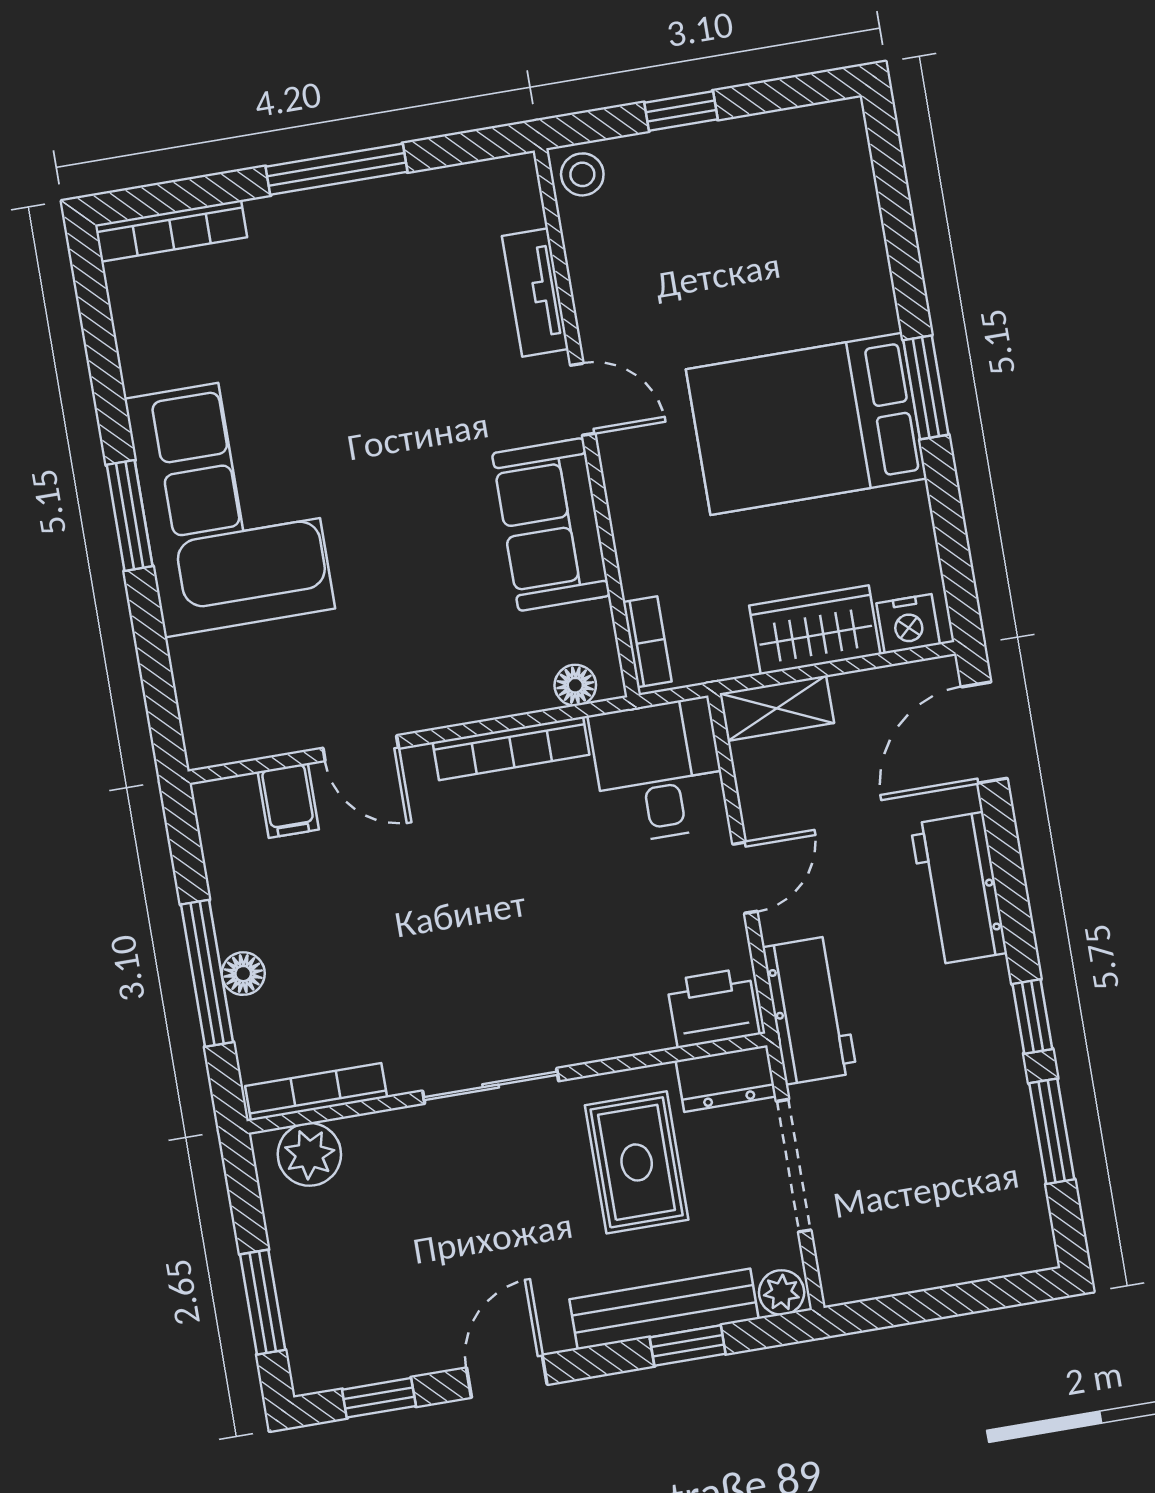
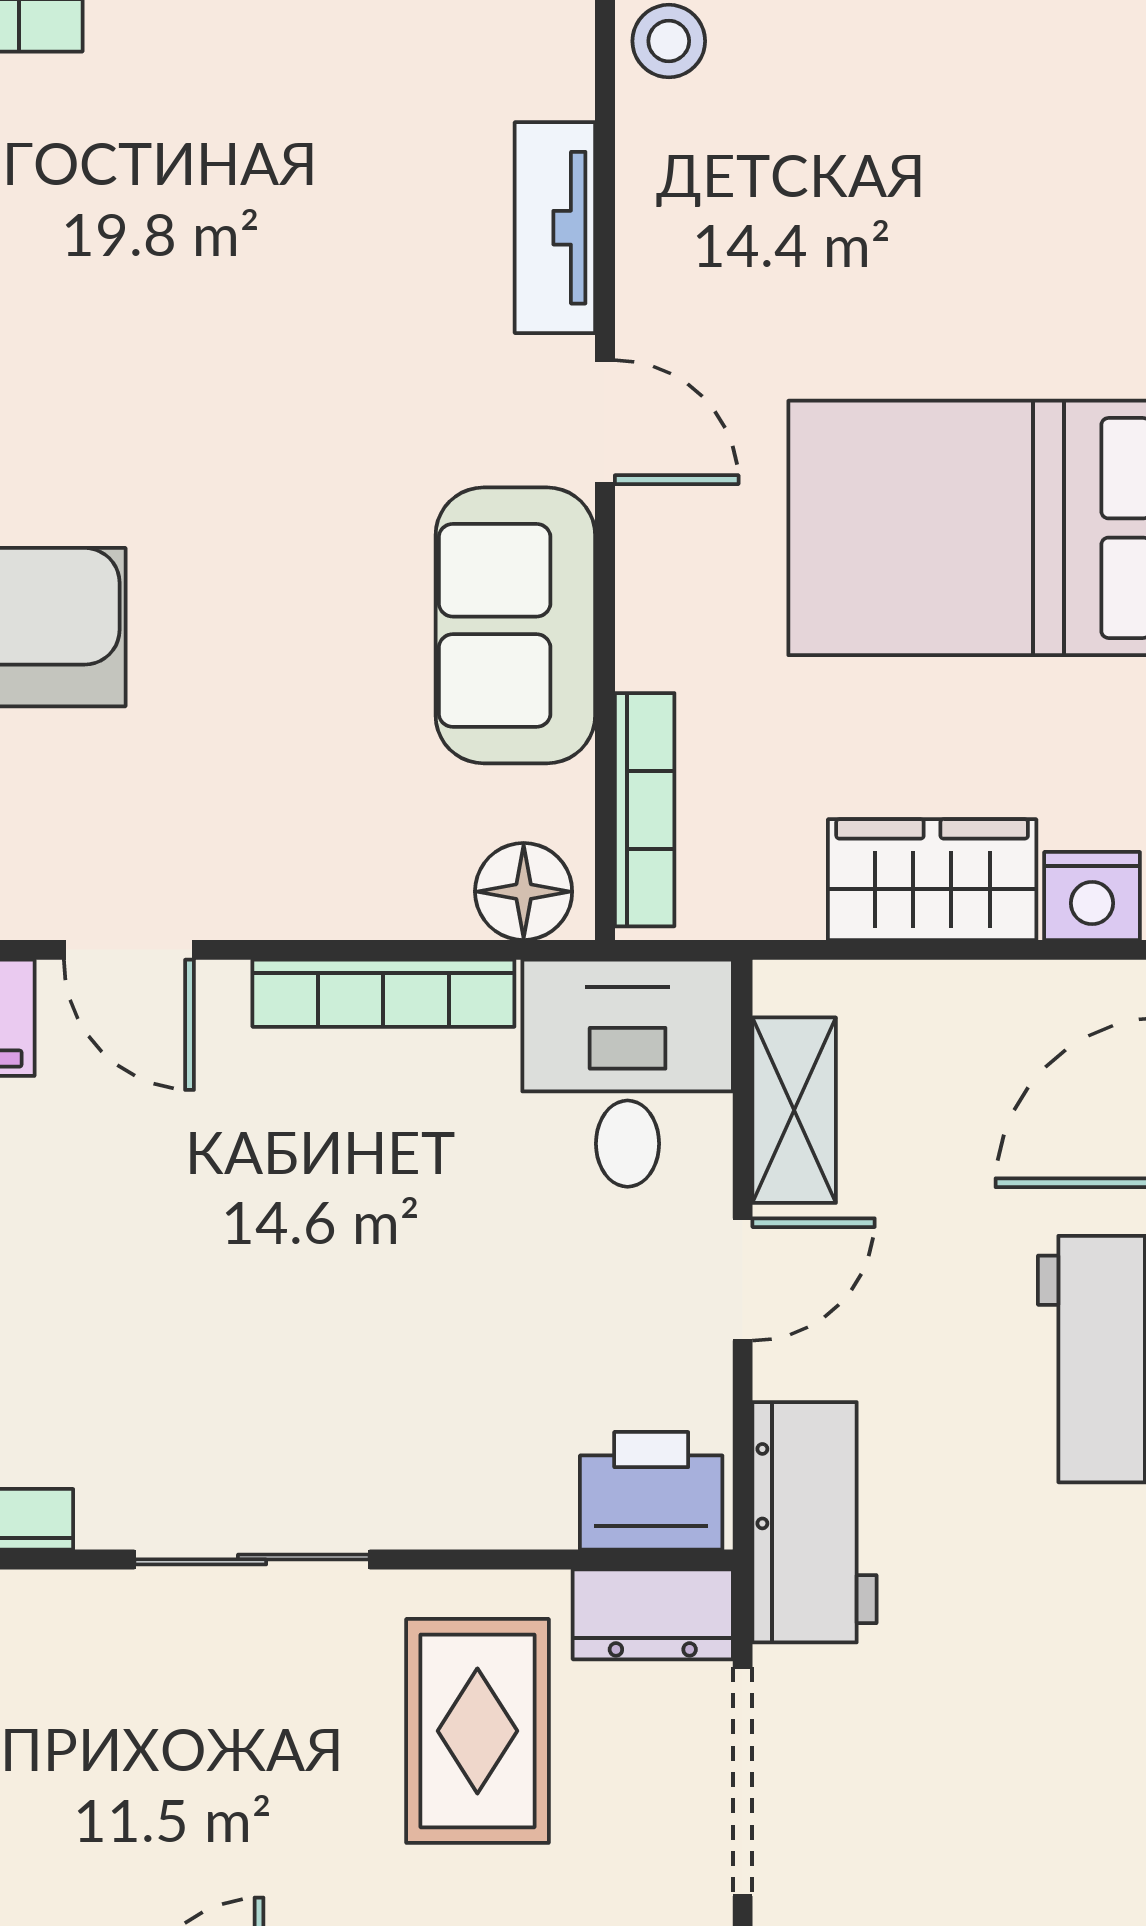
bookcase: (647, 642) -> (645, 810), width x1.56
floor lamp: (575, 685) -> (524, 892), width x1.37, depth x1.37
shelving: (777, 708) -> (794, 1110), moved, turned 90

